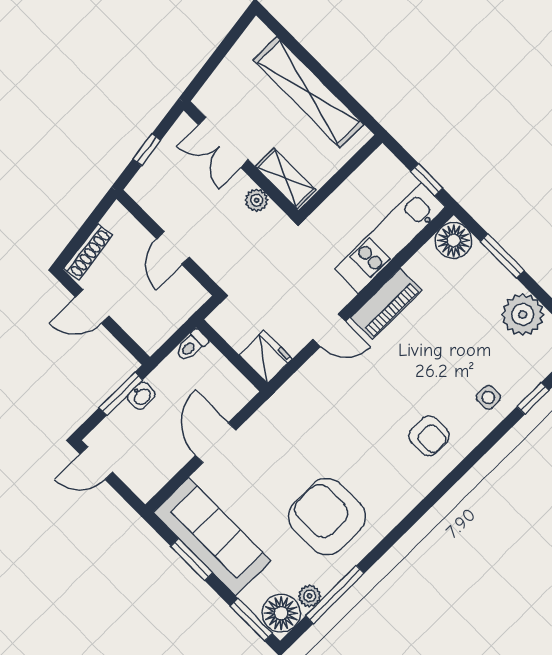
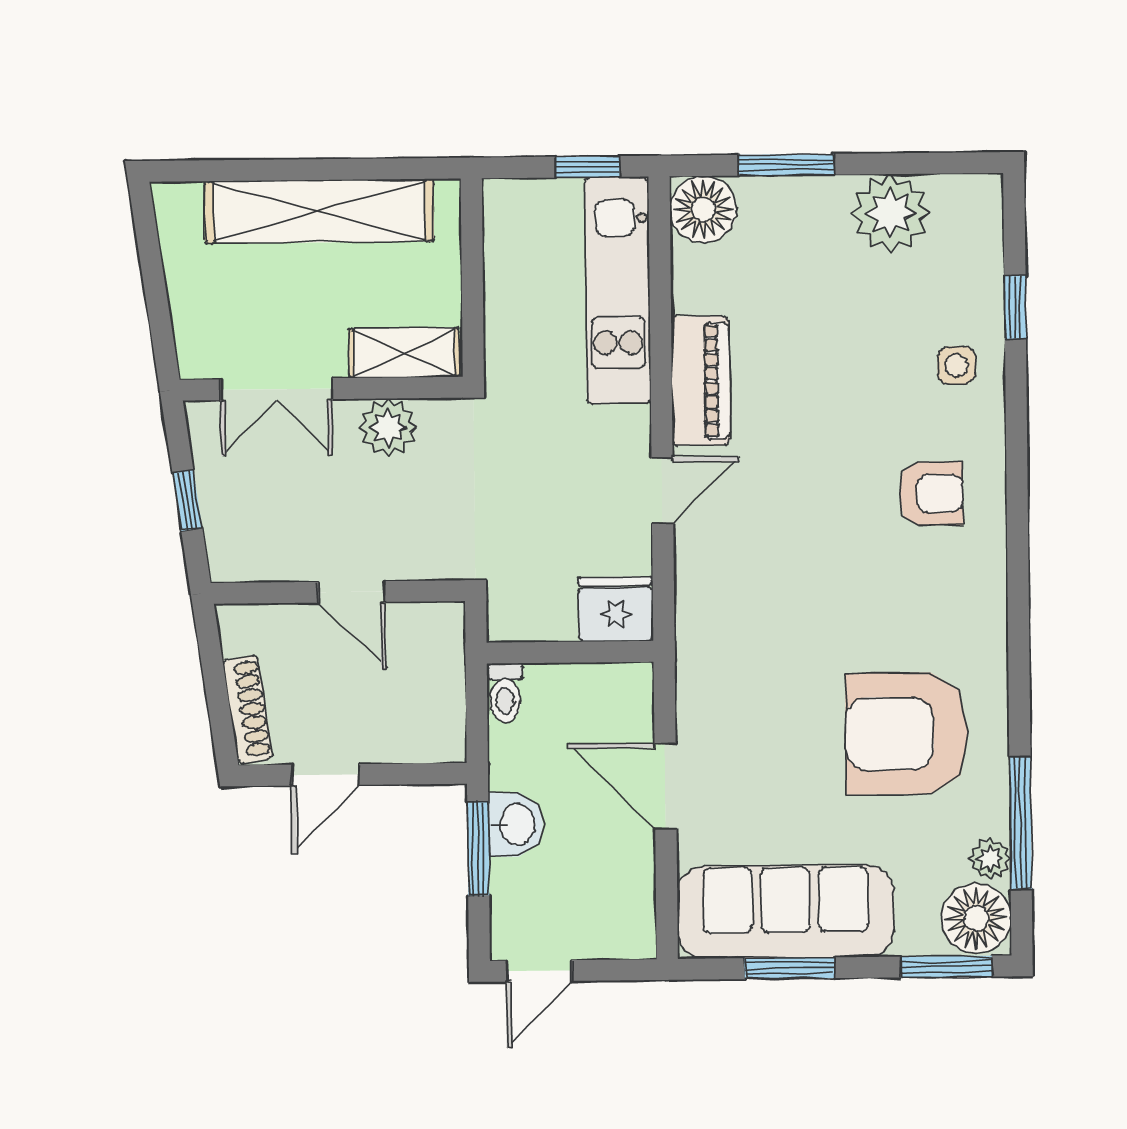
plant: (257, 200) -> (388, 427), width x1.38, depth x1.38
washbasin: (141, 396) -> (516, 824), width x1.38, depth x1.45

